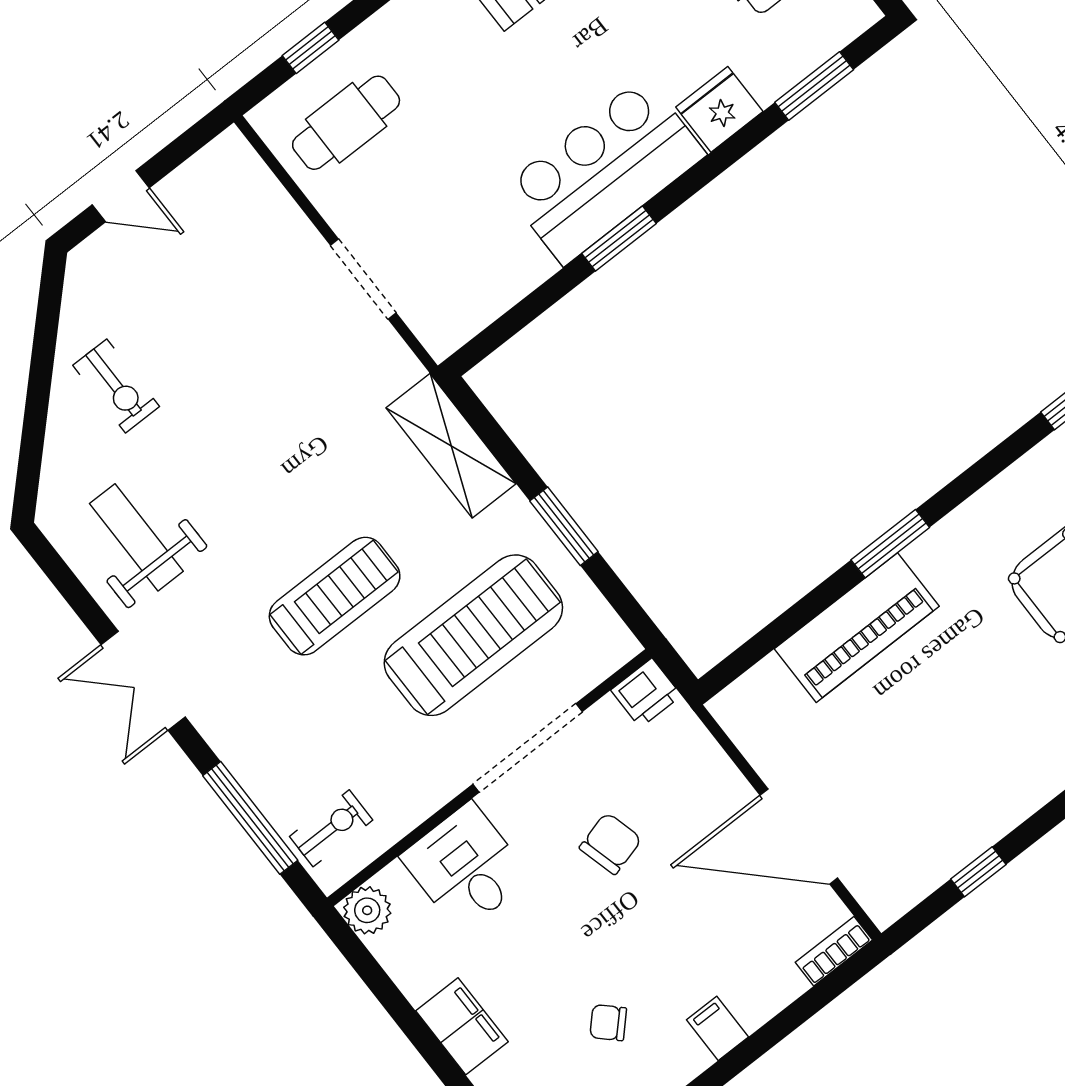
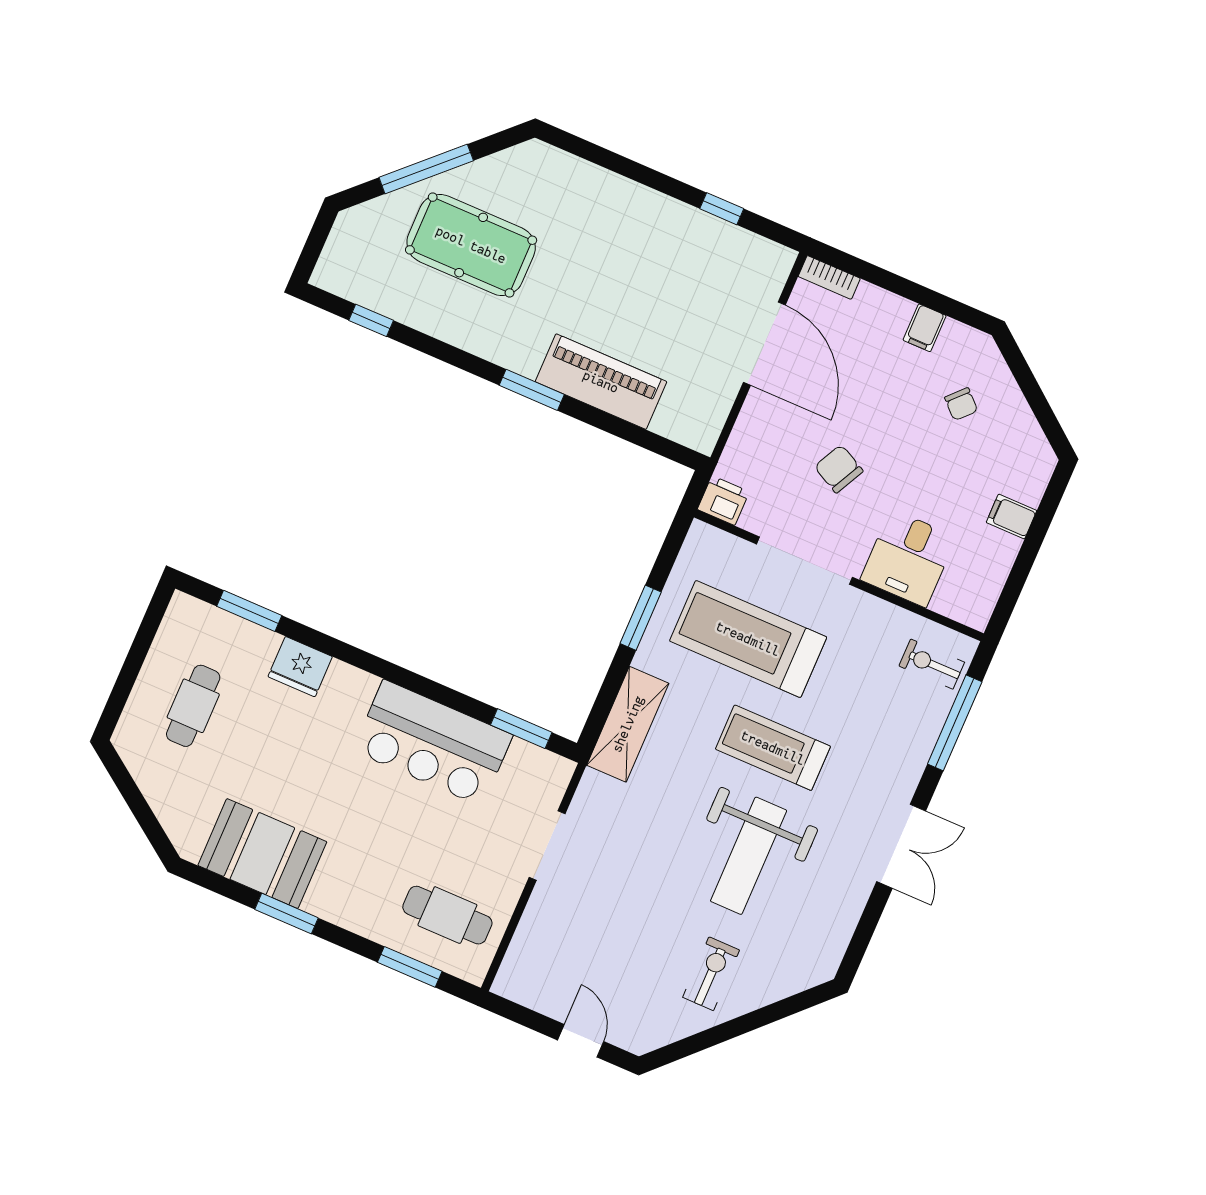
window: (311, 48) -> (410, 967), width x1.50
bar counter: (604, 171) -> (433, 743), moved
window: (619, 238) -> (521, 729), moved
weight bench: (136, 537) -> (749, 856), moved, width x1.36, depth x1.33
chair: (611, 843) -> (839, 469), turned 42
plant: (367, 910) -> (974, 609), removed
filing cabinet: (462, 1026) -> (1012, 517), width x0.50

